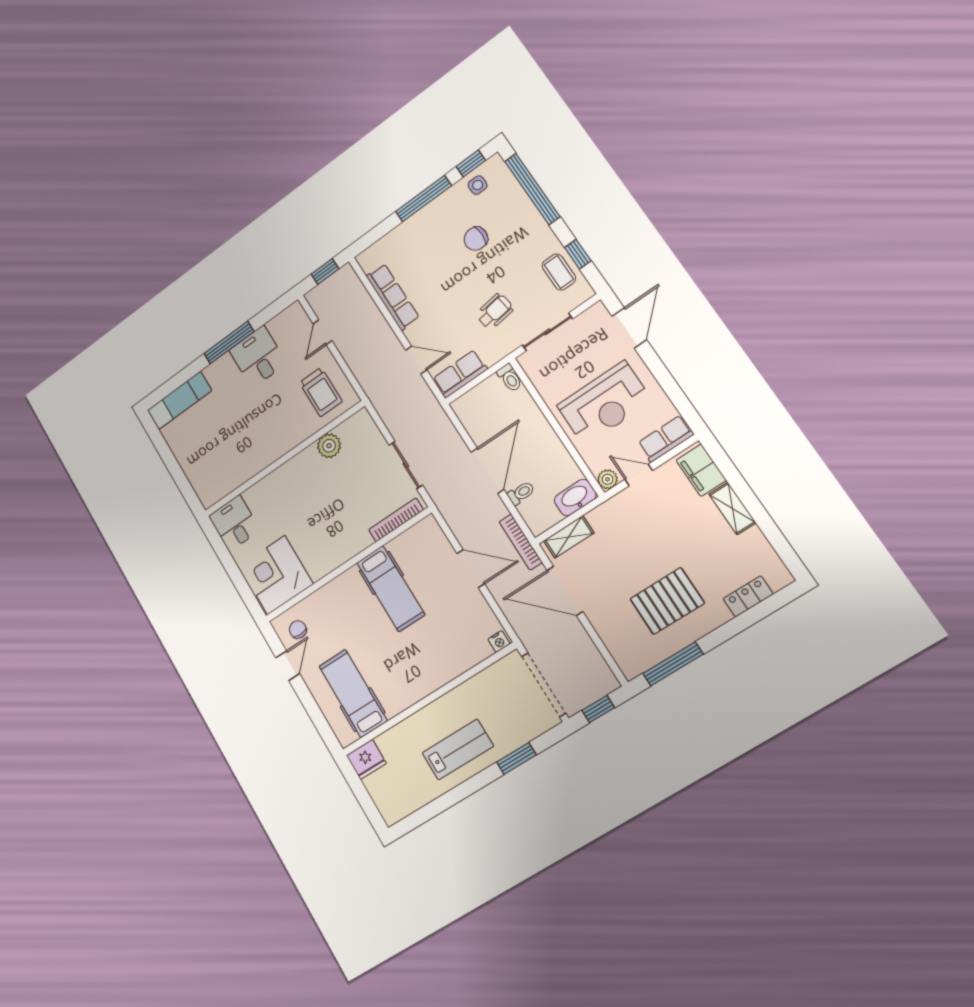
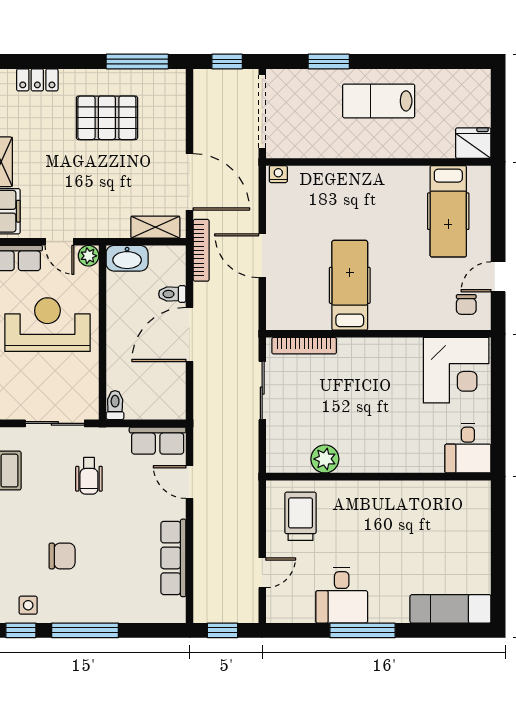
wheelchair: (495, 311) -> (89, 476), turned -82

